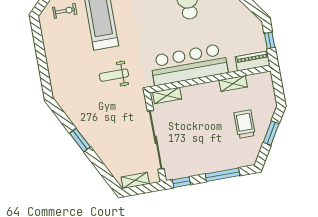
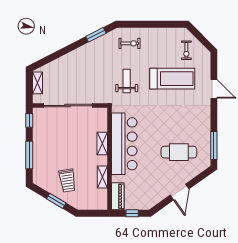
exercise bike: (69, 80) -> (130, 43), added
shelving: (167, 95) -> (102, 144), moved
trolley: (245, 124) -> (67, 180), turned 81
window: (80, 140) -> (96, 35), moved

